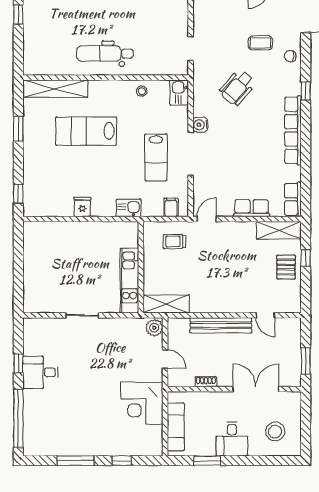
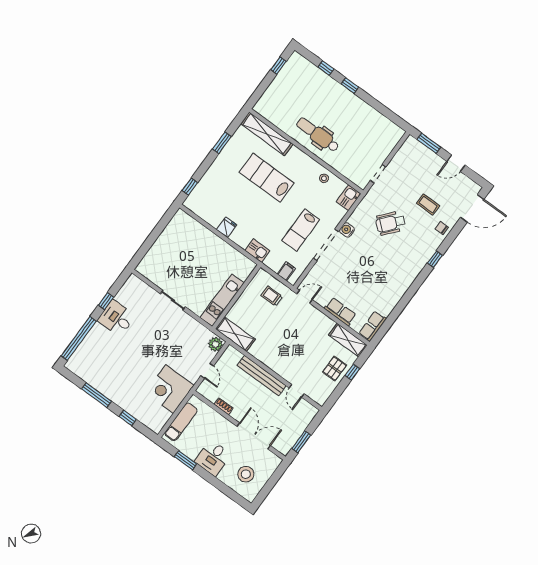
row of seats: (293, 130) -> (407, 280), removed

